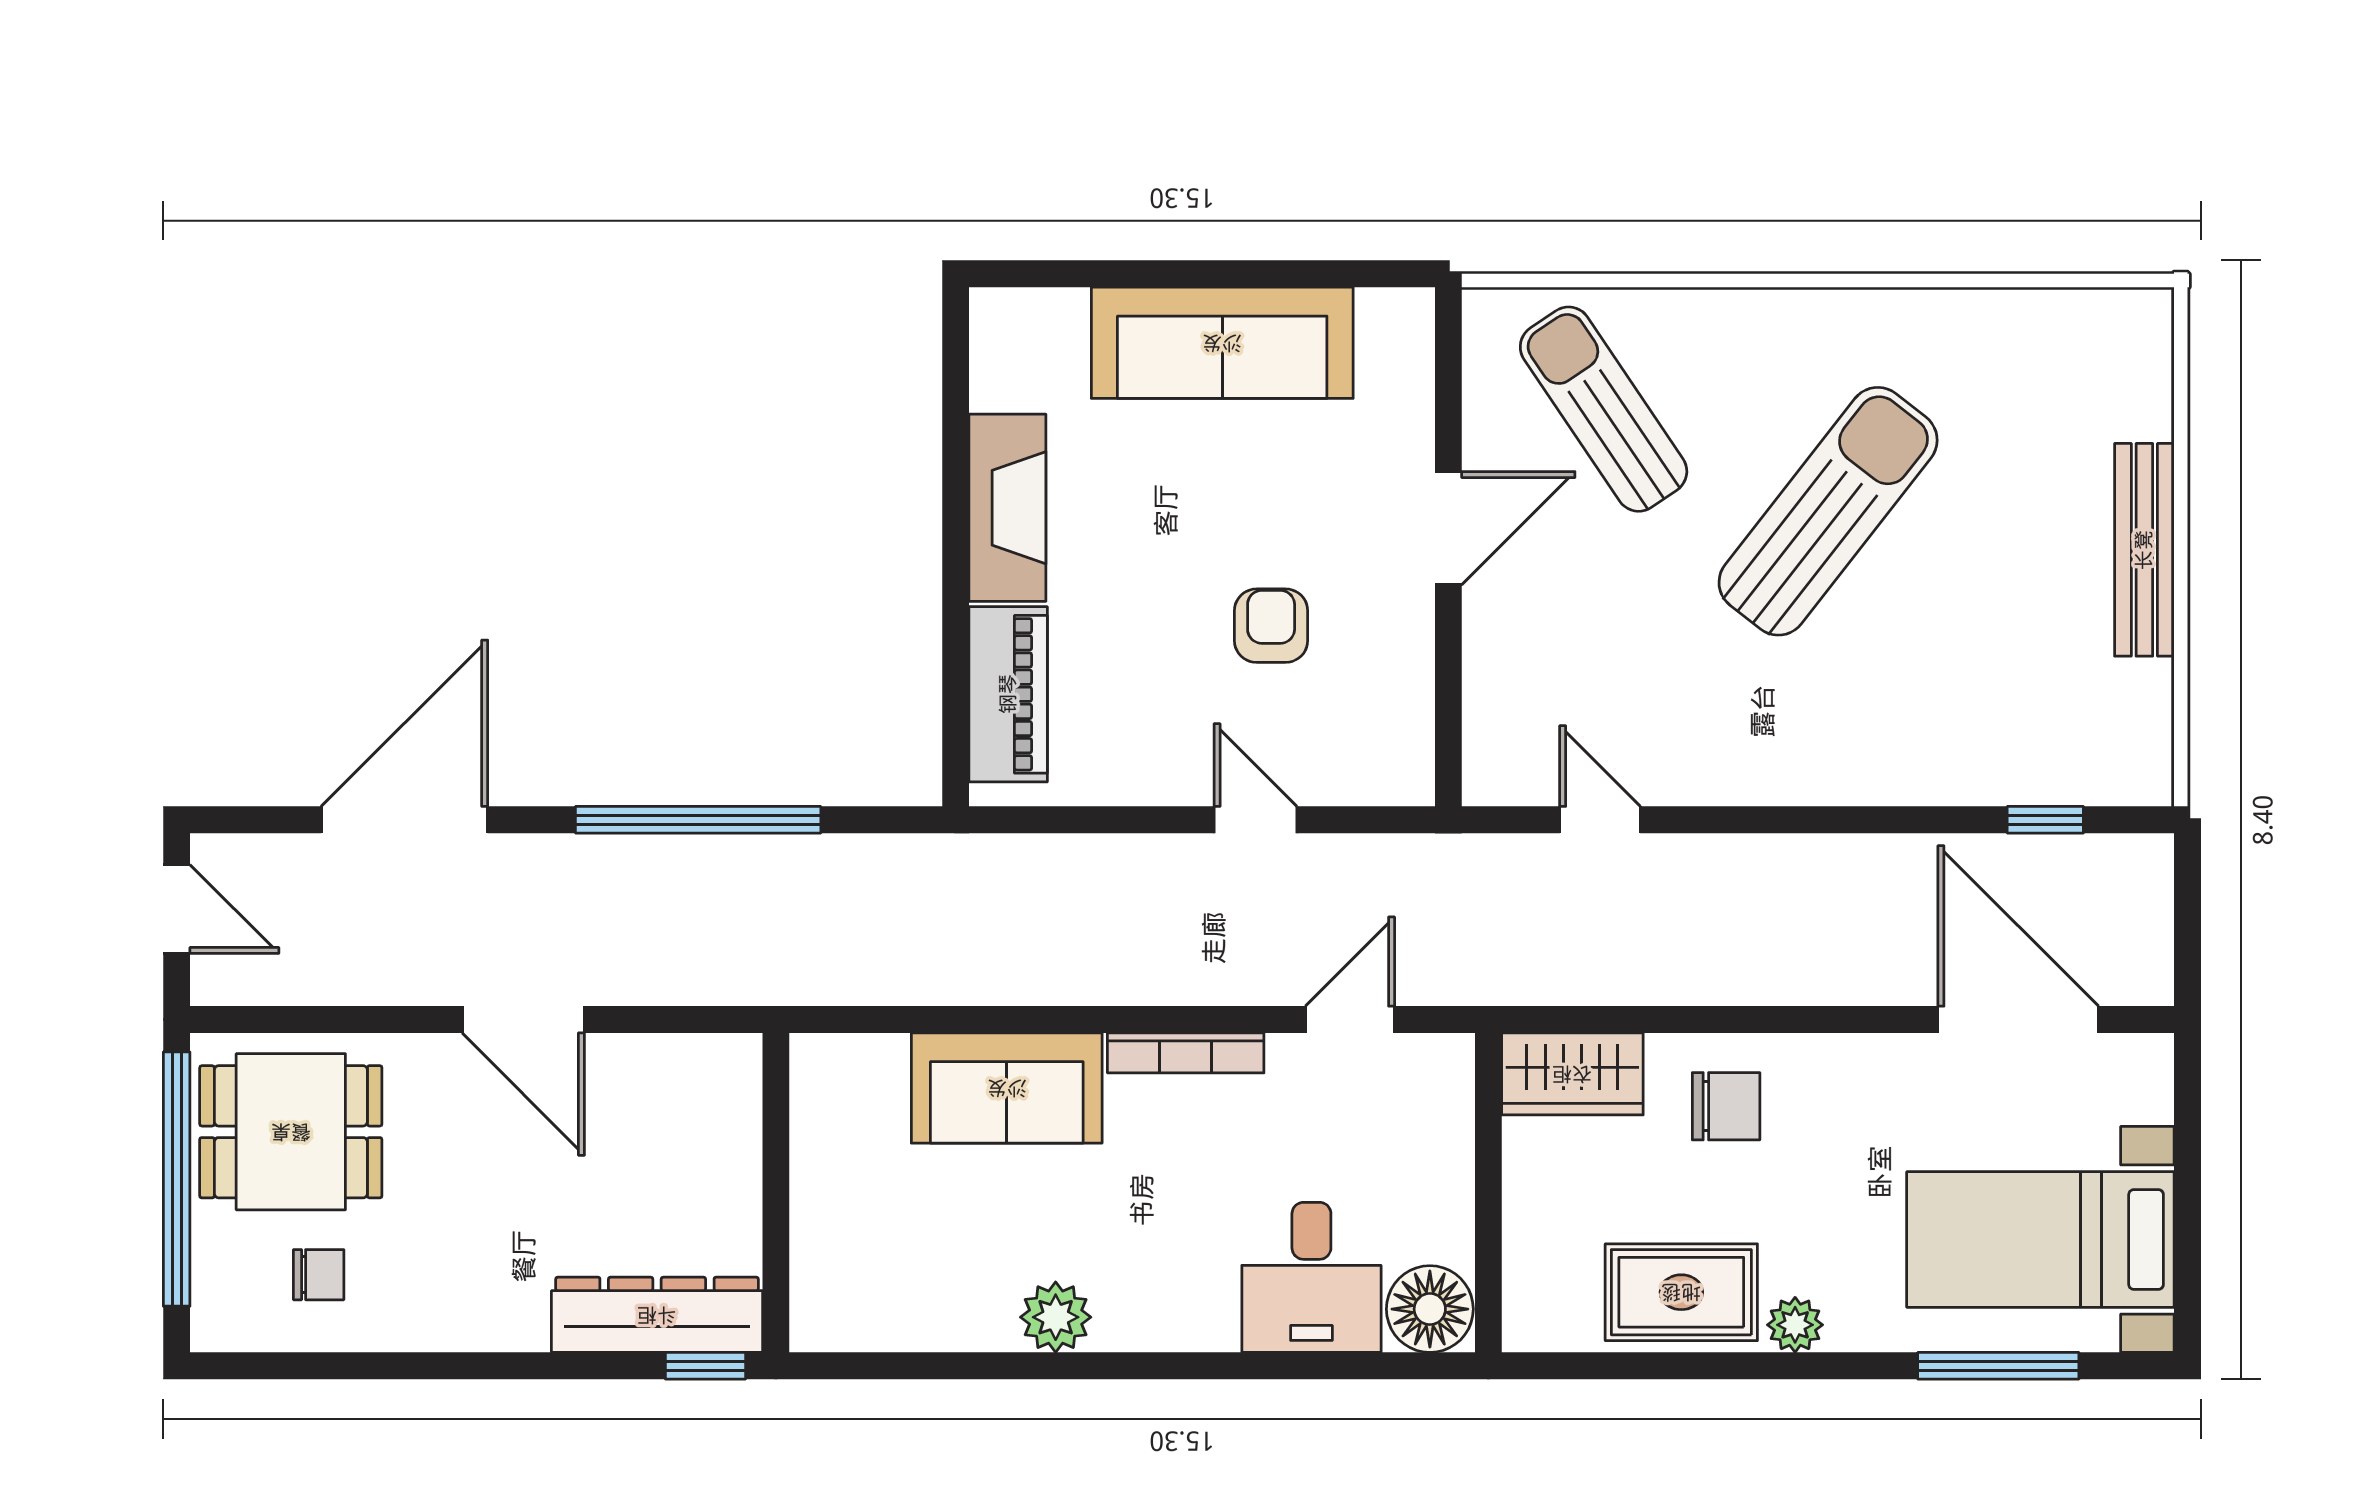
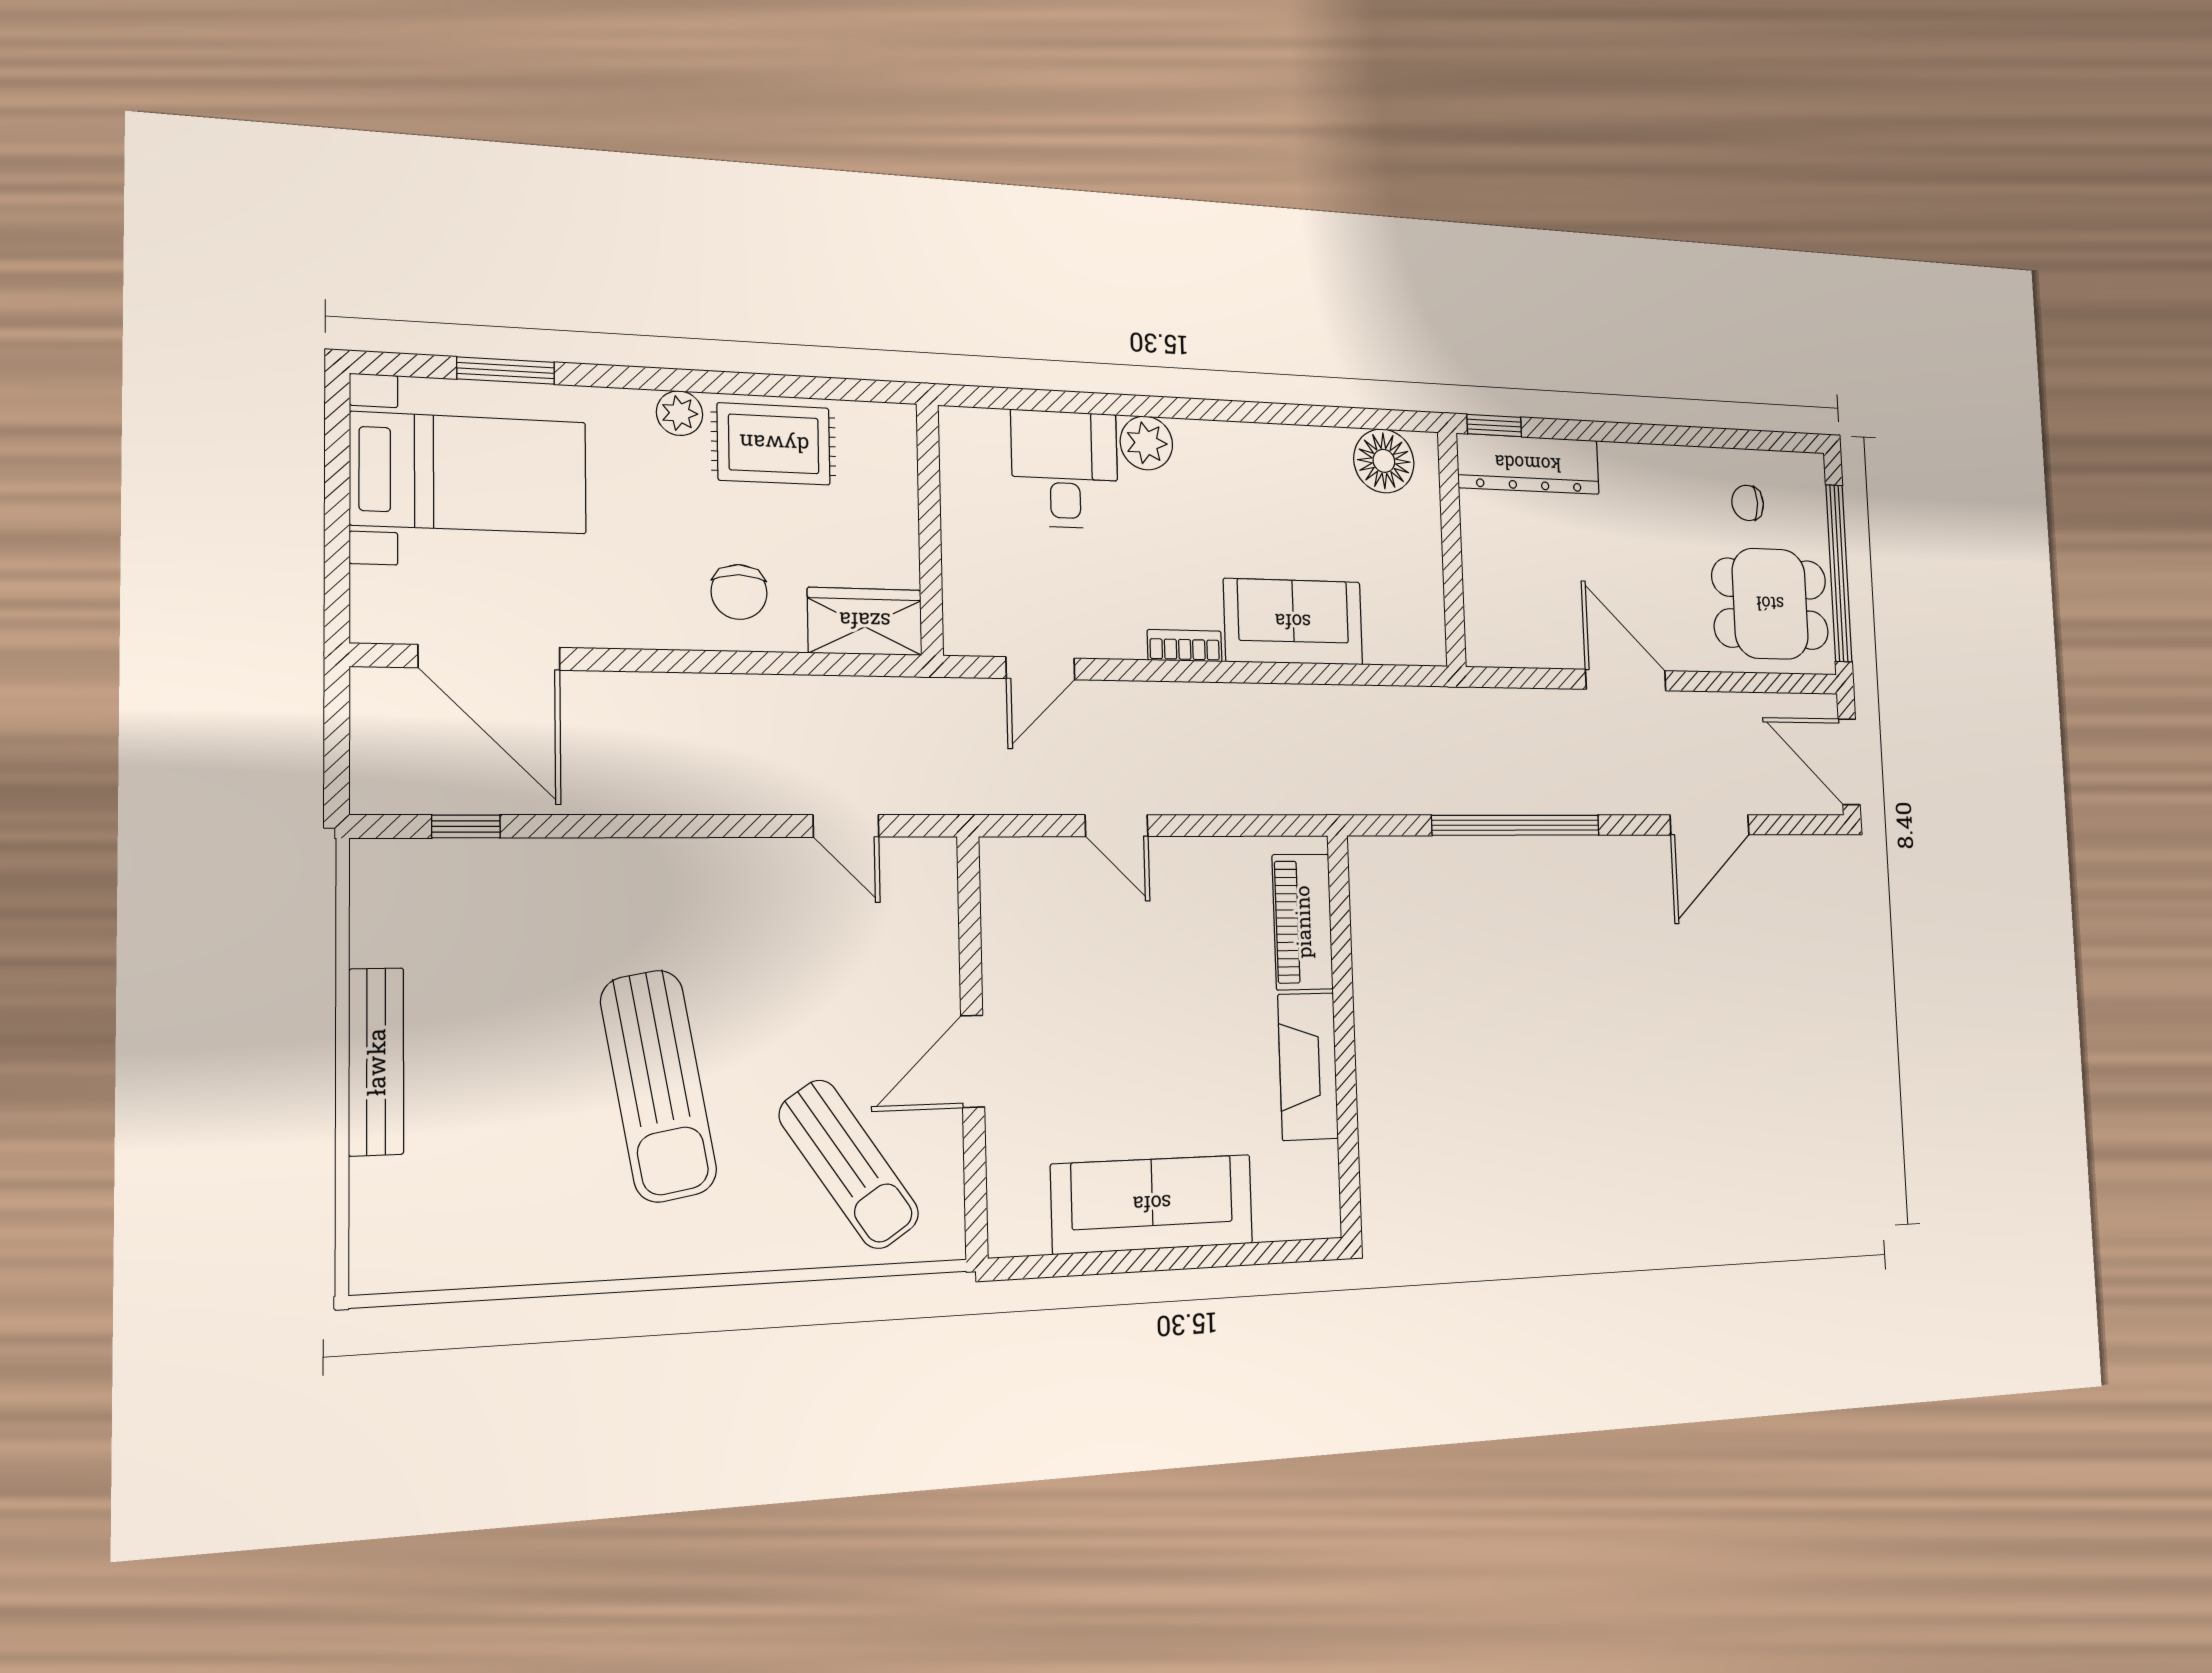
sun lounger: (1828, 511) -> (659, 1086), turned -48
armchair: (1271, 626) -> (1109, 979), removed
door: (404, 820) -> (1710, 825), width x0.73
door: (177, 909) -> (1849, 762), width x1.37
bookcase: (1186, 1053) -> (1185, 646), width x0.64
chair: (1726, 1106) -> (739, 592), turned -90
floor lamp: (1430, 1309) -> (1384, 461), moved
plant: (1056, 1317) -> (1146, 443), moved
window: (1998, 1366) -> (506, 371), width x0.69

